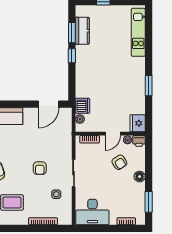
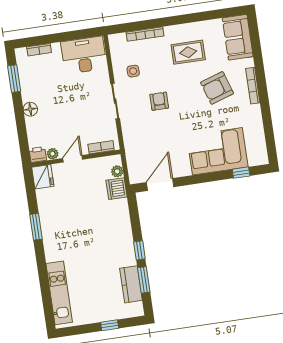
armchair: (119, 162) -> (59, 124), removed

